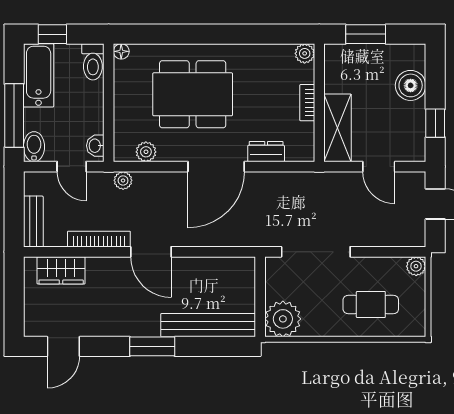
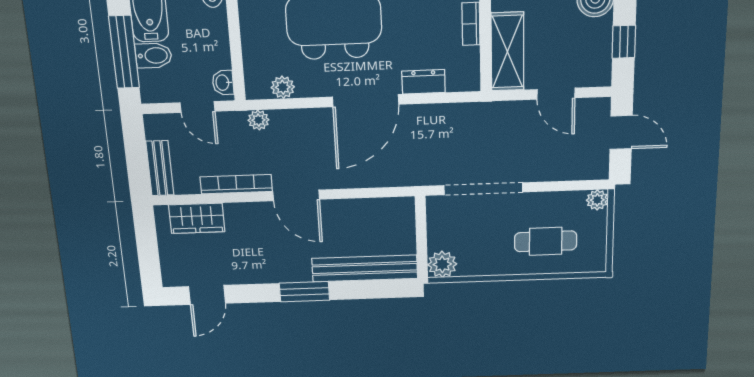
bidet: (34, 147) -> (154, 56), moved, turned 90
plant: (283, 319) -> (442, 264), width x0.73, depth x0.73

